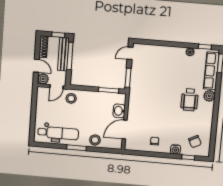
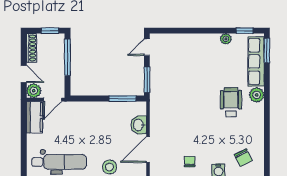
bench: (63, 54) -> (59, 56), removed
stool: (71, 98) -> (73, 114), removed
kitchen counter: (42, 99) -> (34, 117), added
wheelchair: (190, 100) -> (231, 102), turned 180

